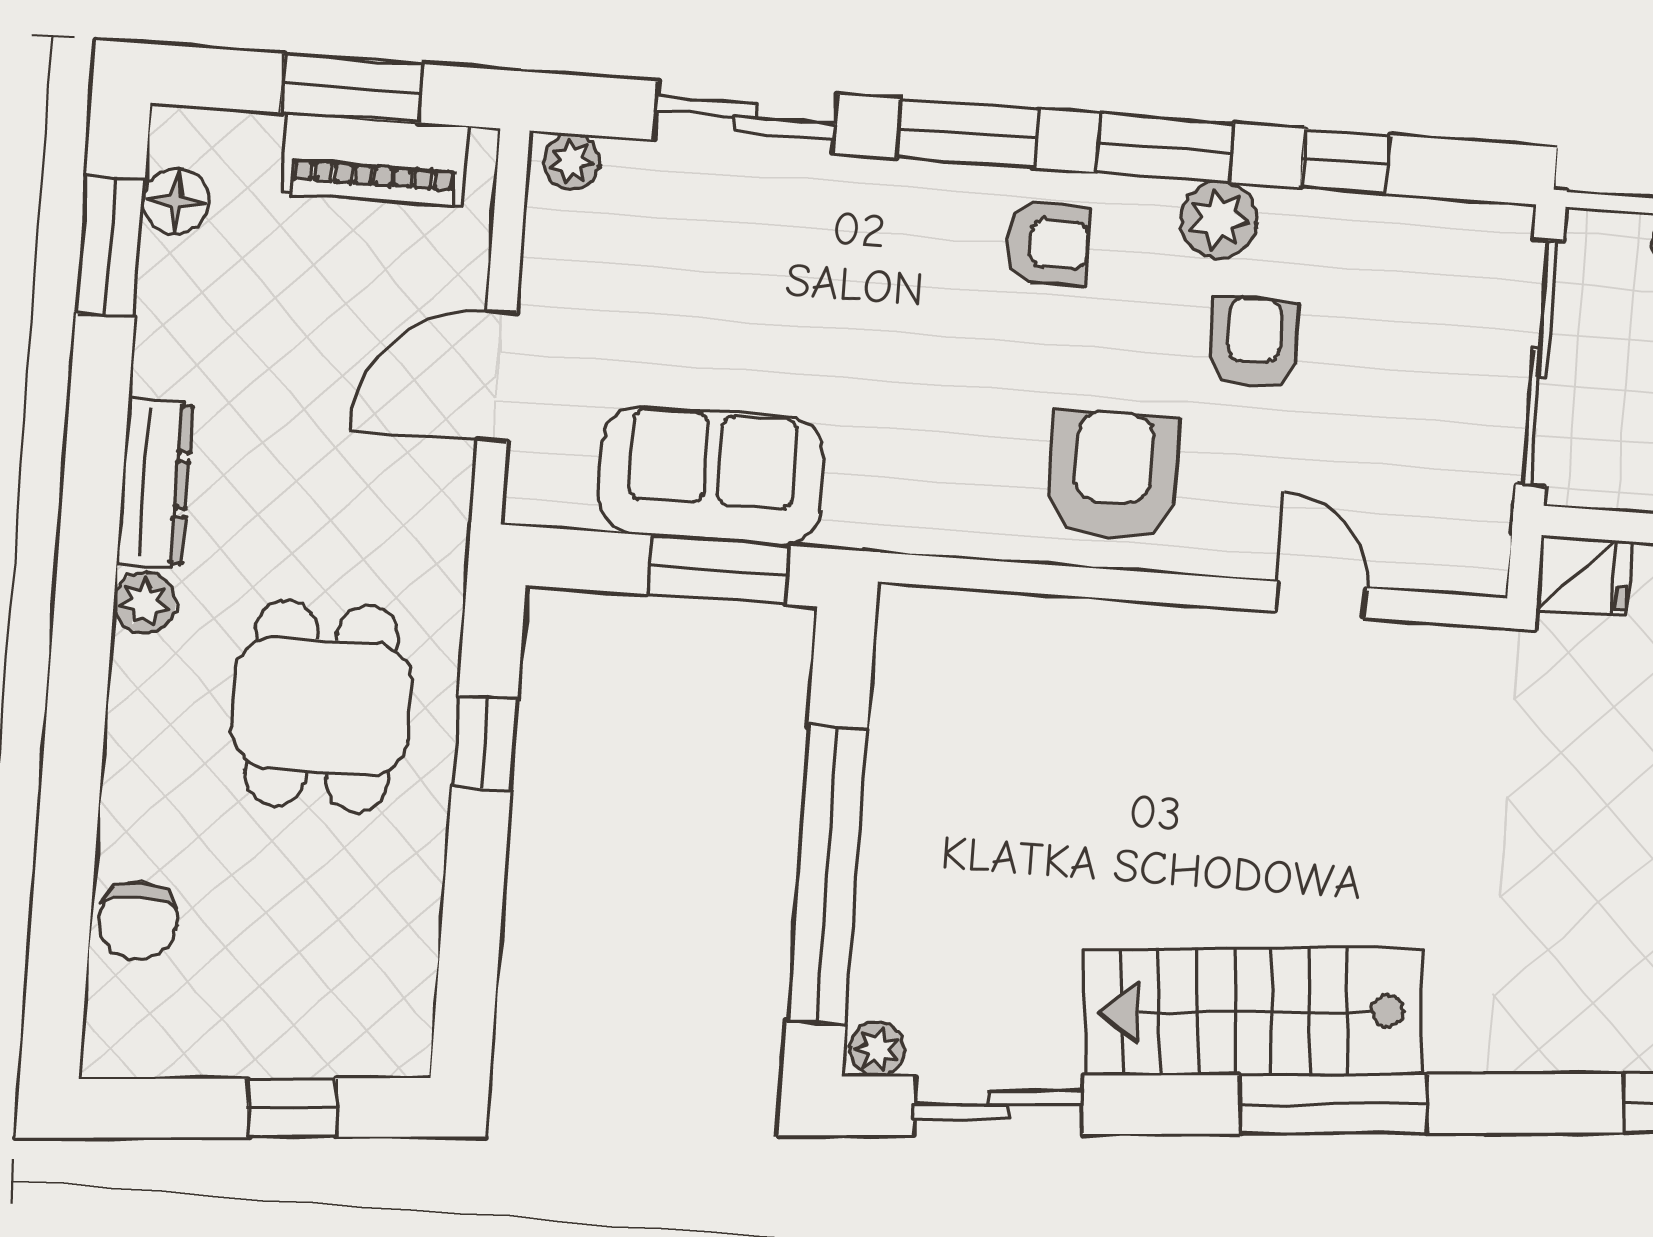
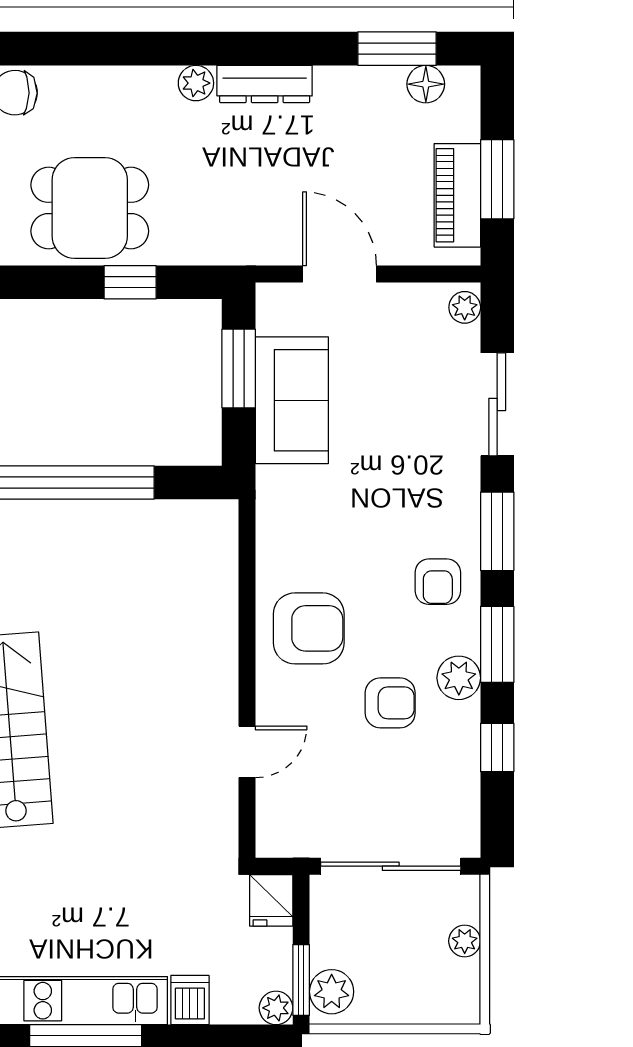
window: (719, 570) -> (239, 369), moved
dining table: (322, 706) -> (90, 208), moved

